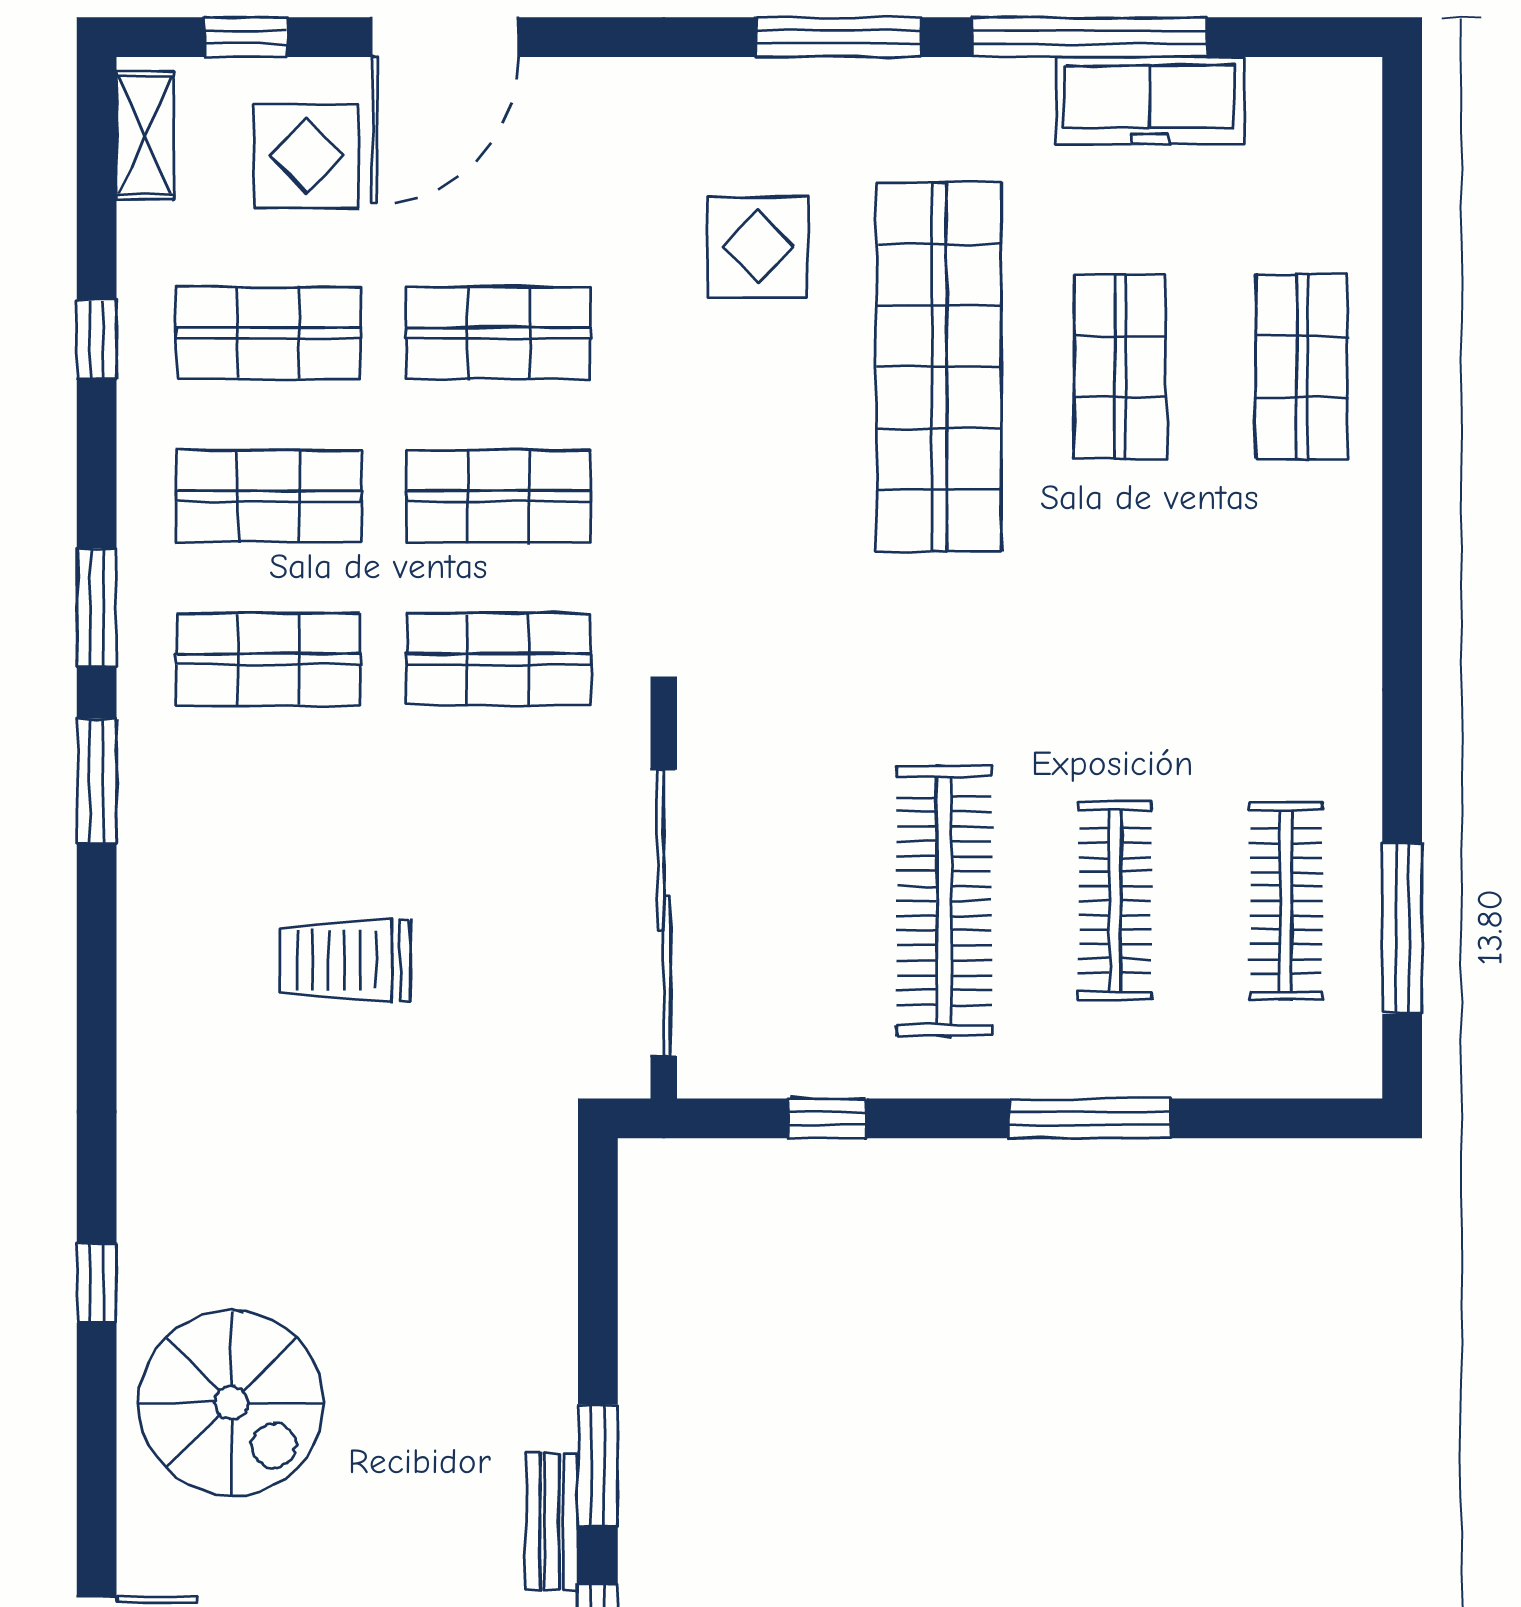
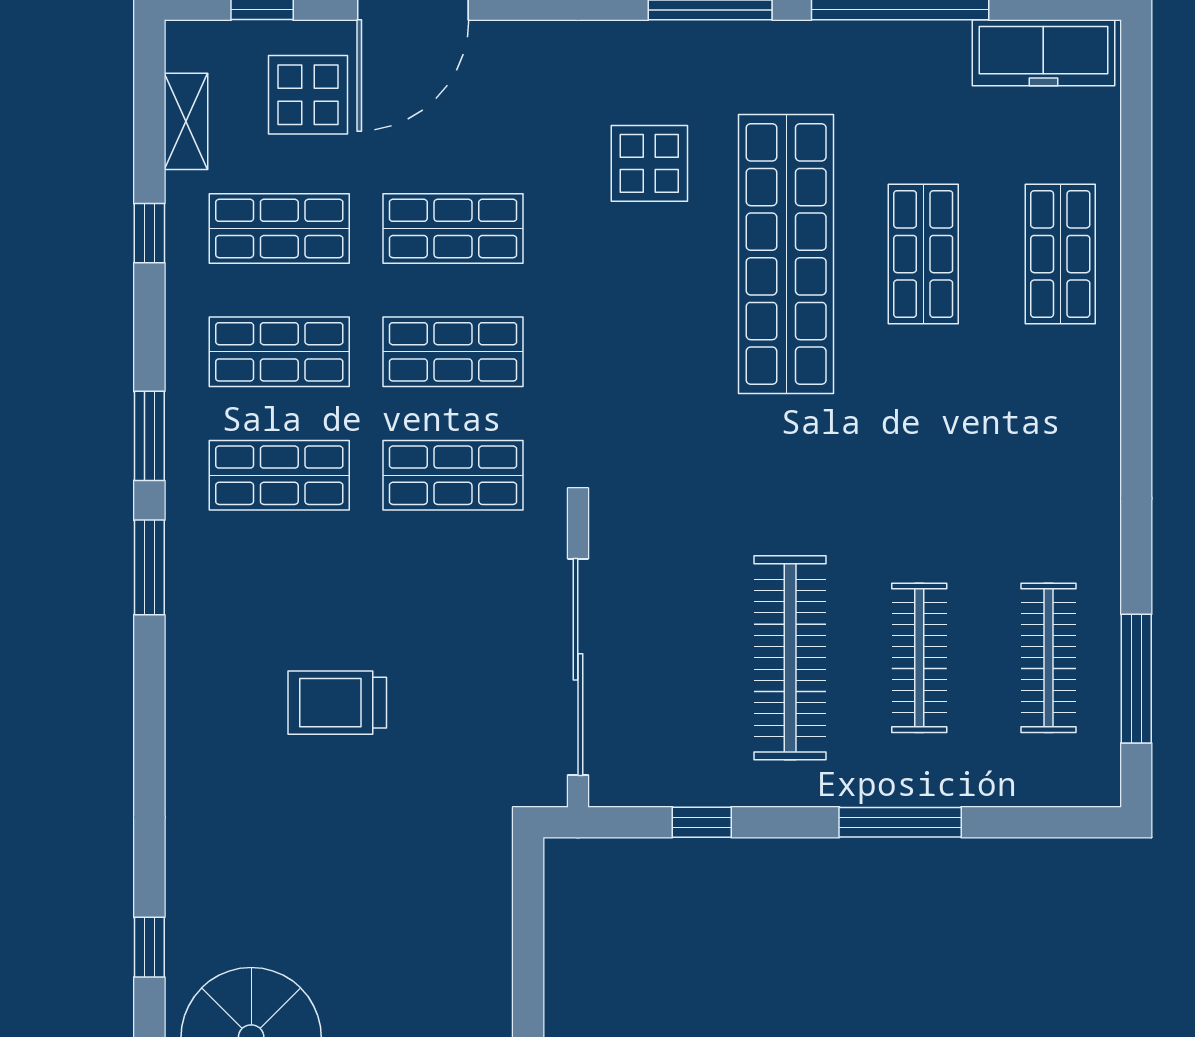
freezer: (1150, 101) -> (1043, 53), moved
shelving: (145, 135) -> (186, 121), moved

